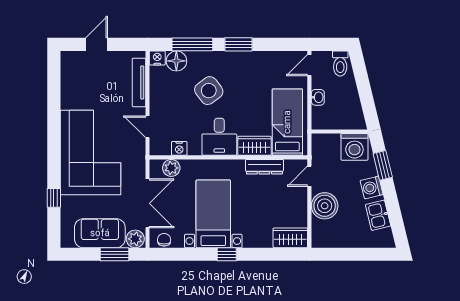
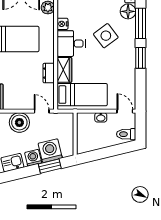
washing machine: (354, 147) -> (50, 151), moved, turned 76
nightstand: (179, 148) -> (62, 24), moved
dresser: (264, 167) -> (49, 73), width x0.70

